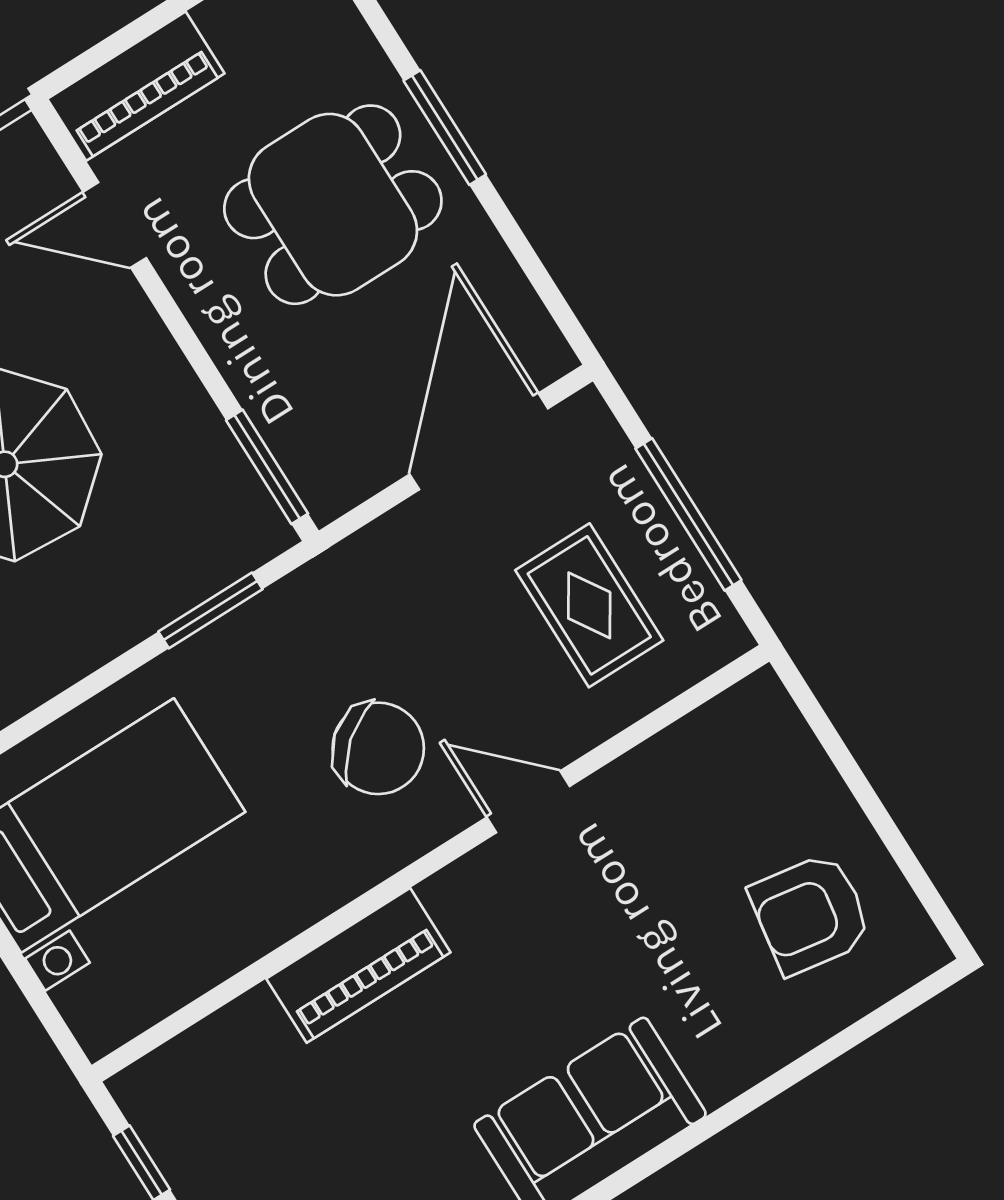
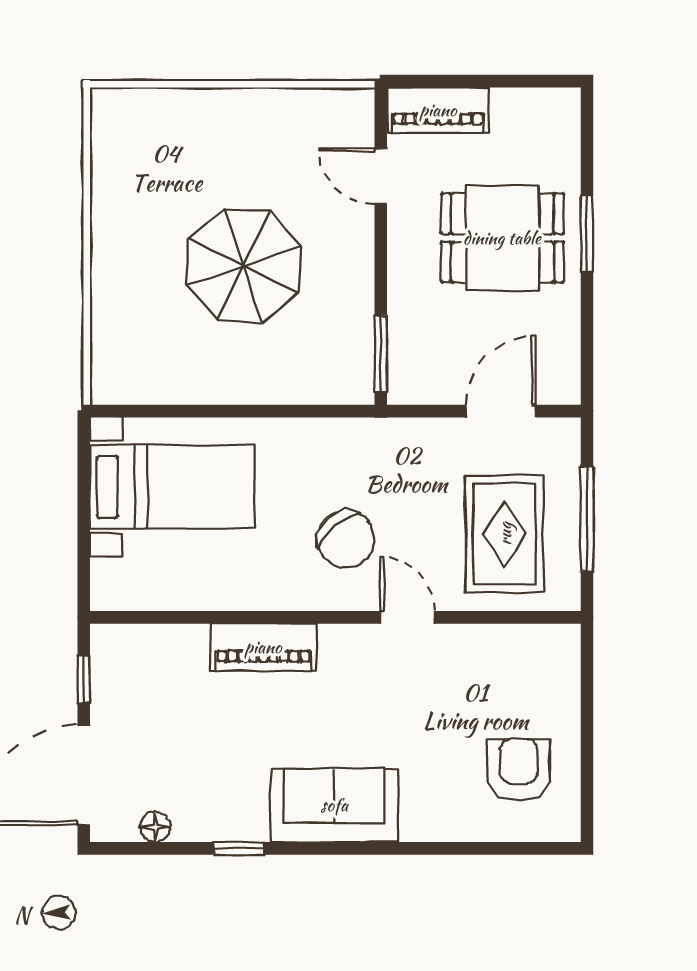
door: (479, 441) -> (501, 411), width x0.73
rug: (589, 605) -> (505, 534), width x1.36, depth x1.43
window: (210, 610) -> (303, 411), removed
armchair: (811, 914) -> (519, 770), turned 81

